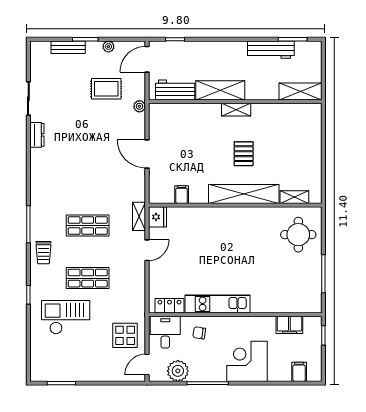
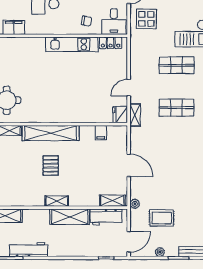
shelving: (167, 110) -> (112, 201), added

